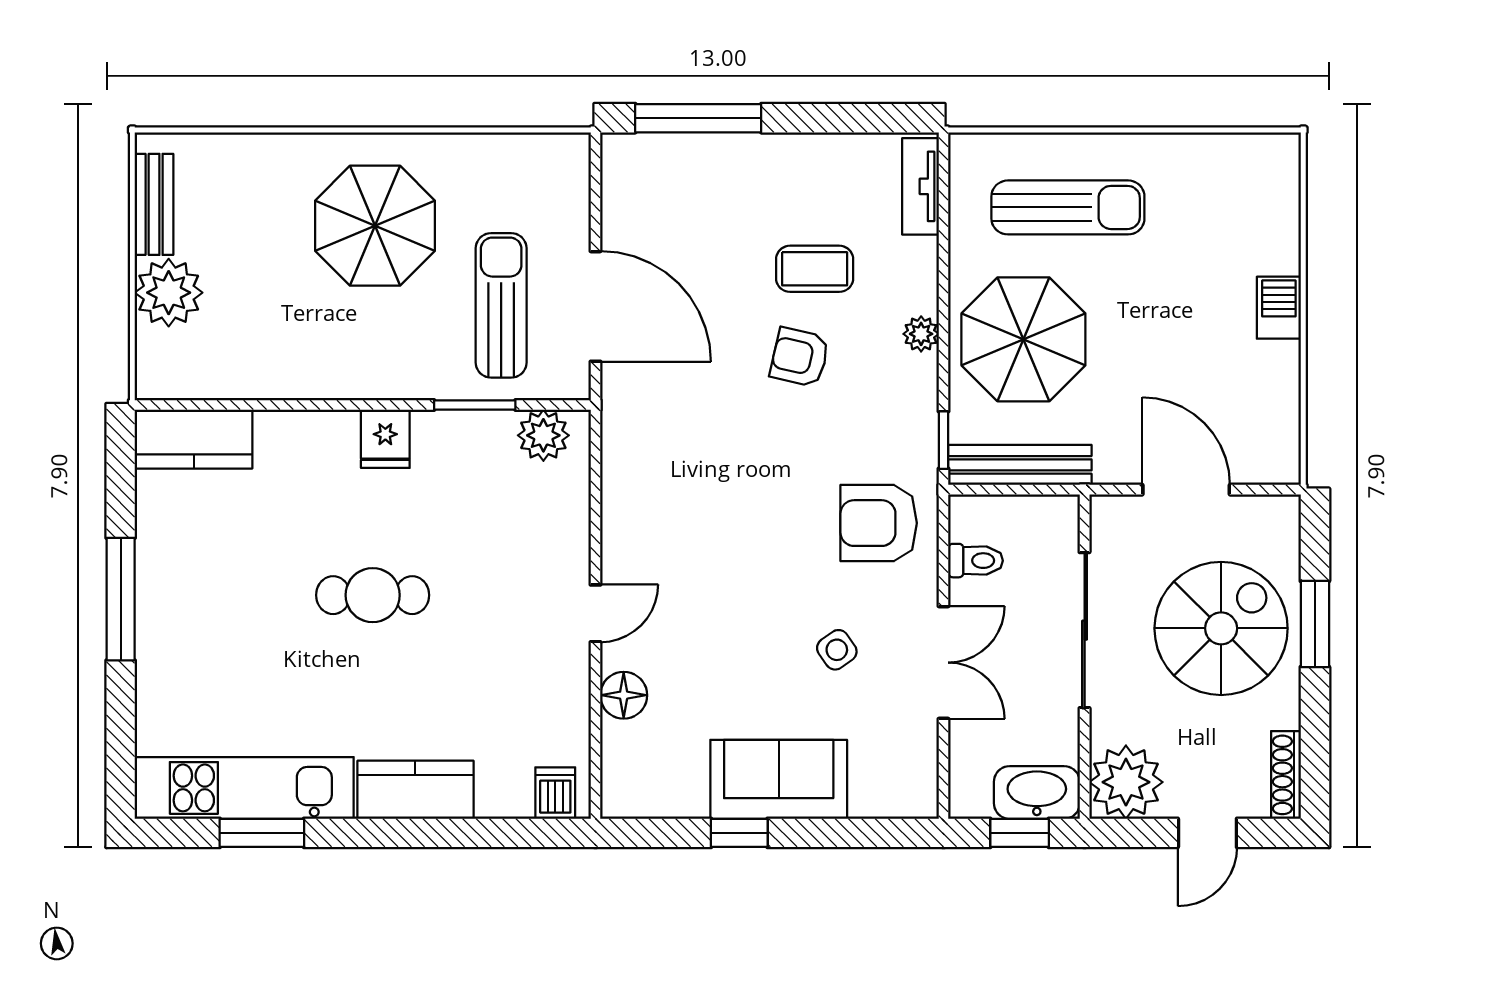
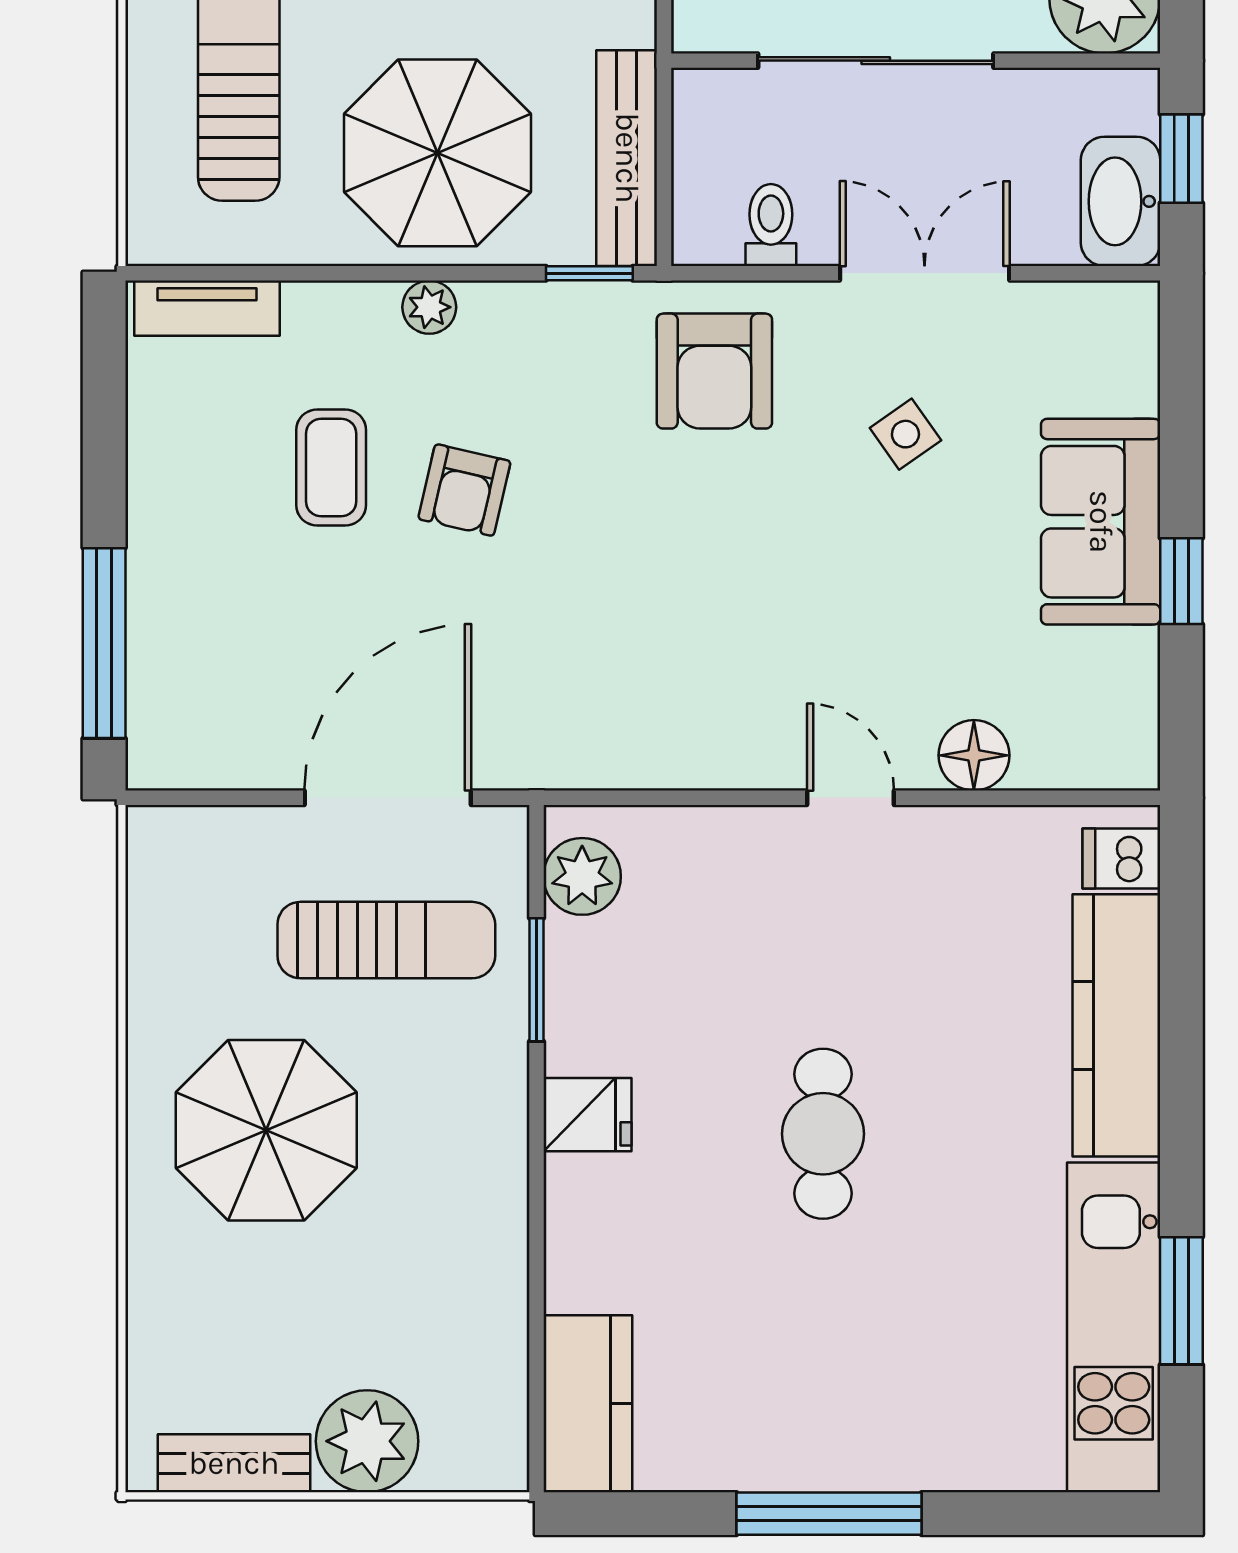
sun lounger: (501, 305) -> (386, 940), turned 180
kitchen counter: (415, 790) -> (1116, 1025), width x1.50
washbasin: (1037, 793) -> (1121, 201), moved

